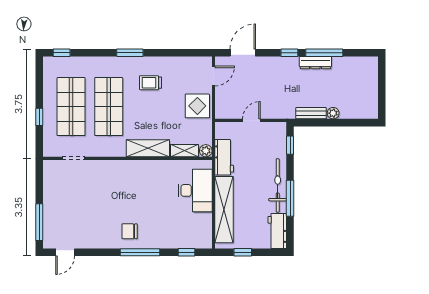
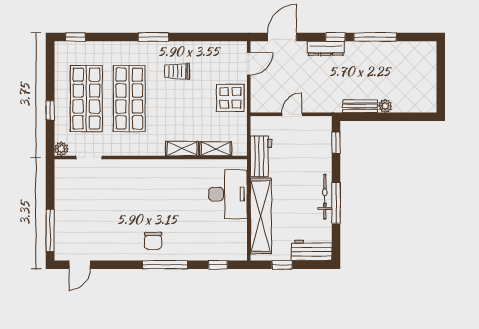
dresser: (315, 63) -> (326, 48), moved
shelving: (148, 148) -> (182, 149), width x0.67, depth x0.75
plant: (206, 151) -> (61, 149), moved
bicycle: (278, 185) -> (325, 197), width x0.73, depth x0.71
chair: (130, 231) -> (153, 241), turned -90
workbench: (277, 231) -> (312, 250), moved, turned 90

